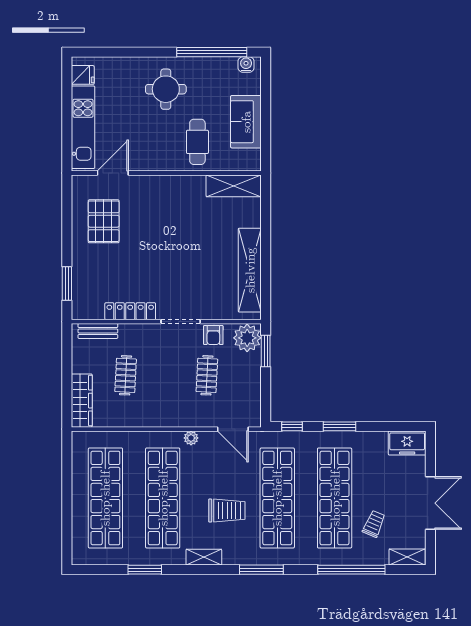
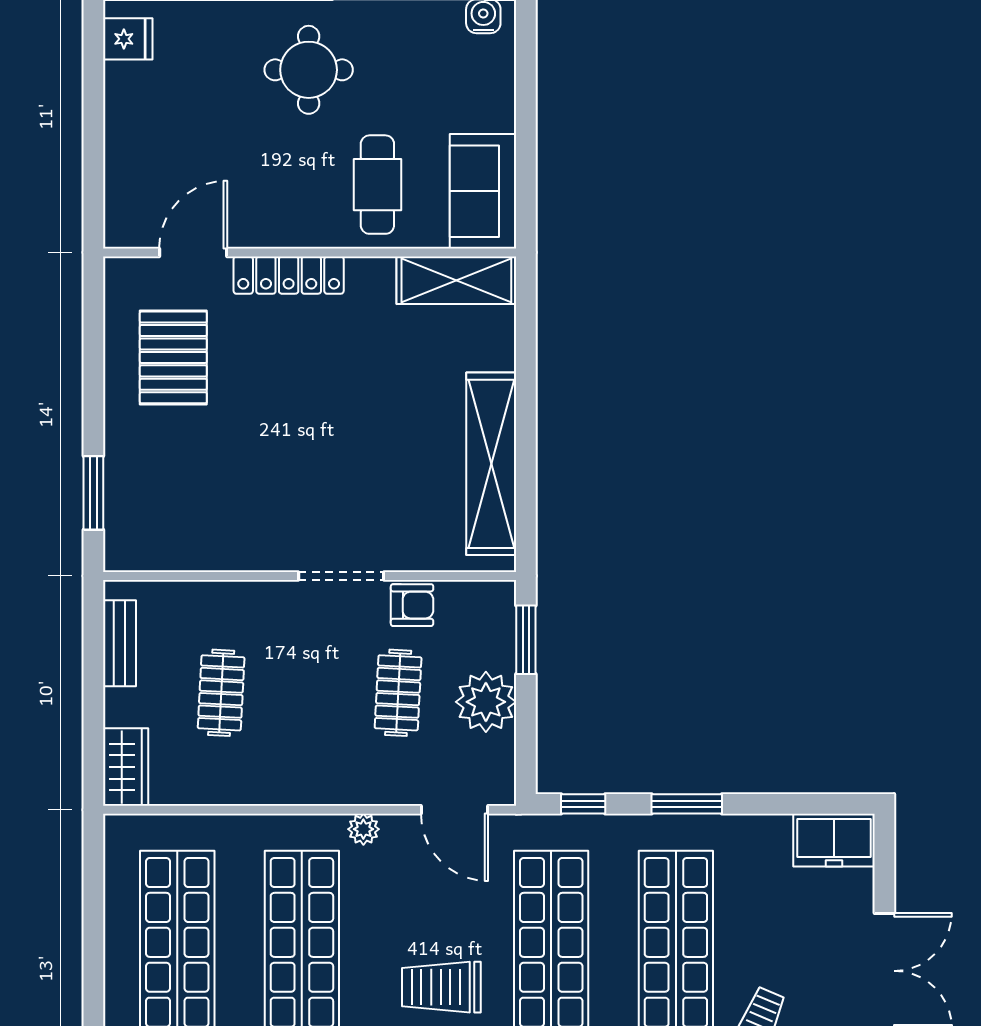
sofa: (246, 122) -> (483, 191), moved
kitchen unit: (83, 127) -> (128, 153), removed
locker: (130, 311) -> (289, 275), moved, turned 180
bench: (98, 331) -> (120, 643), moved, turned 90
armchair: (213, 335) -> (412, 605), turned -90
plant: (247, 338) -> (486, 702), moved
wardrobe: (82, 401) -> (126, 767), width x0.67
trolley: (227, 511) -> (441, 987), turned 180

